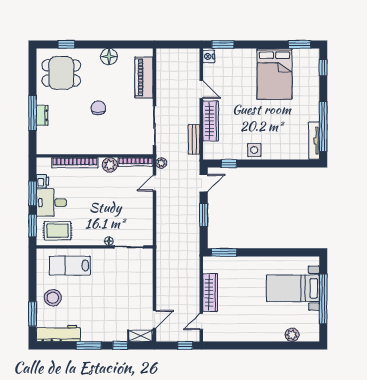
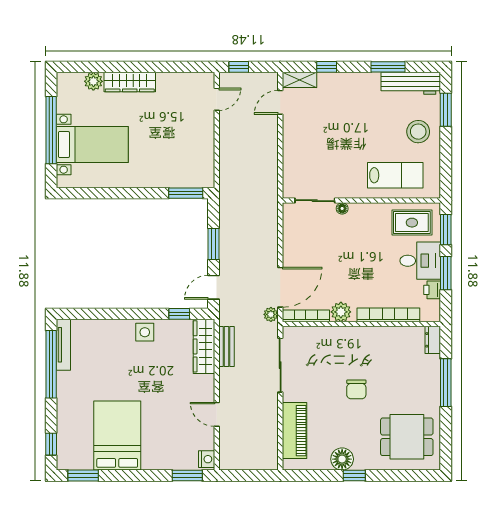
window: (66, 44) -> (354, 476), moved
dresser: (42, 115) -> (433, 340), moved
wardrobe: (211, 121) -> (204, 346), moved
door: (154, 183) -> (280, 287), width x1.88
wardrobe: (210, 292) -> (130, 82), moved, turned -90
window: (89, 345) -> (388, 67), moved

